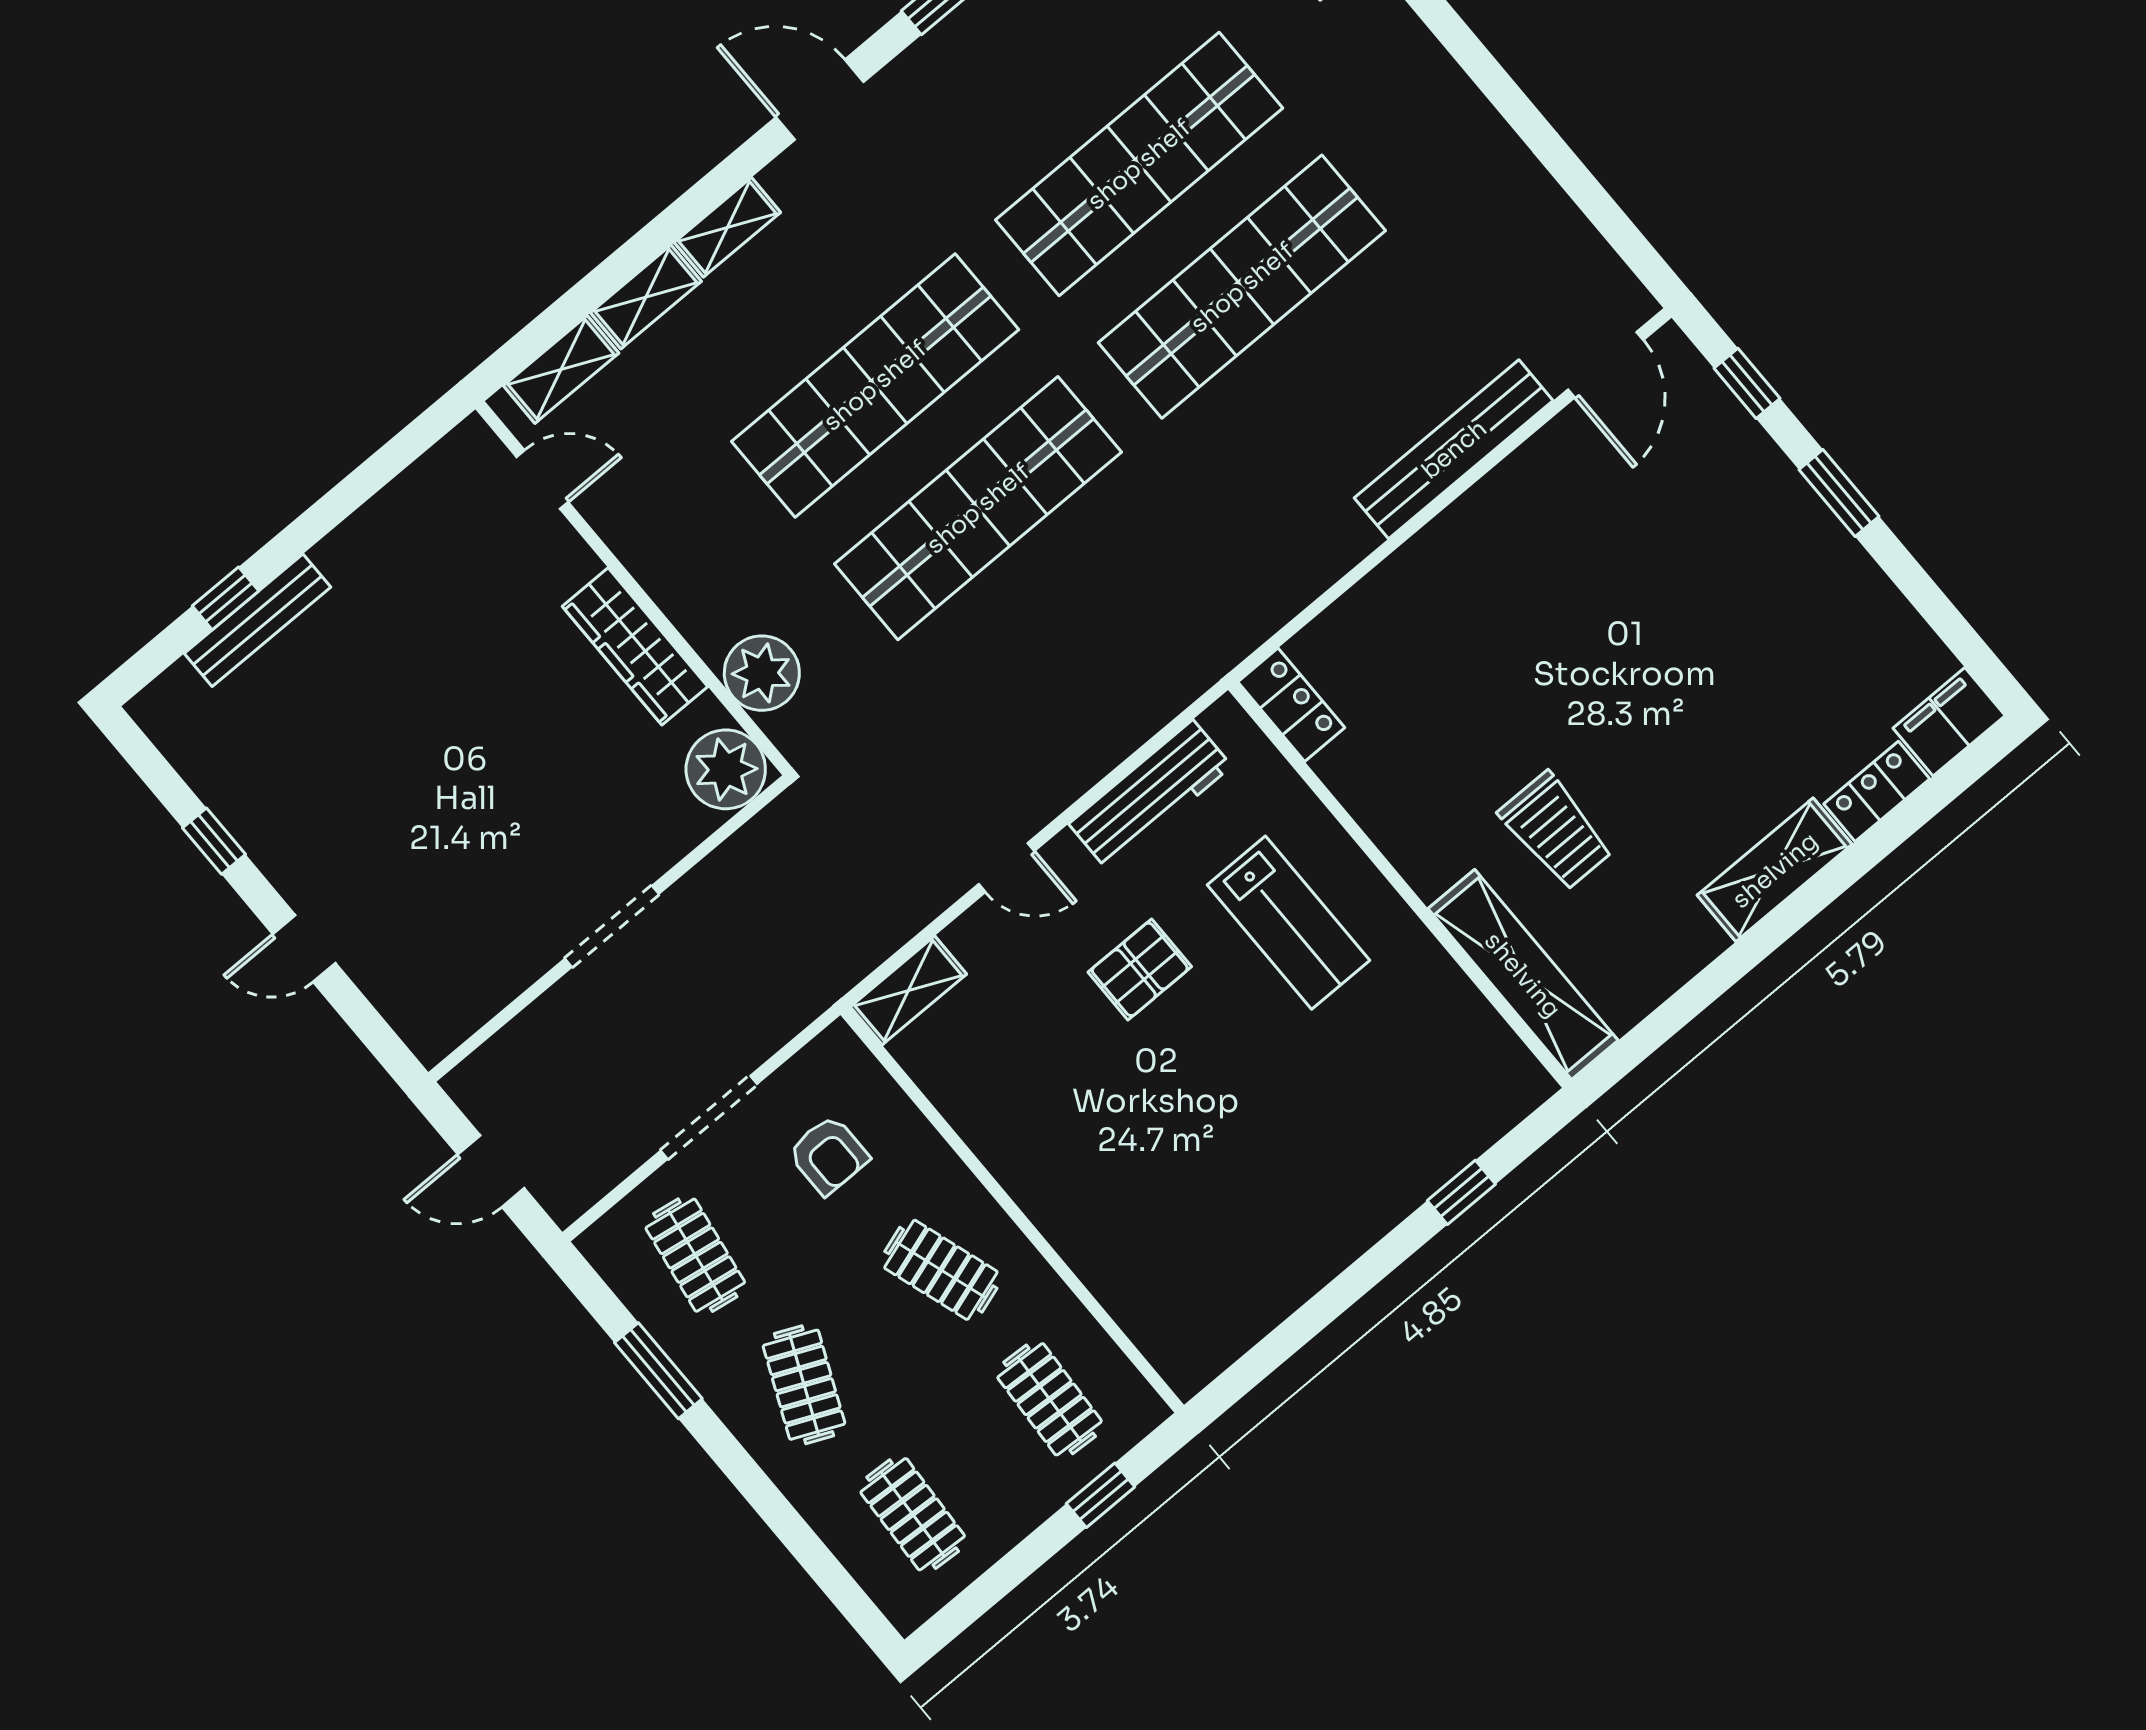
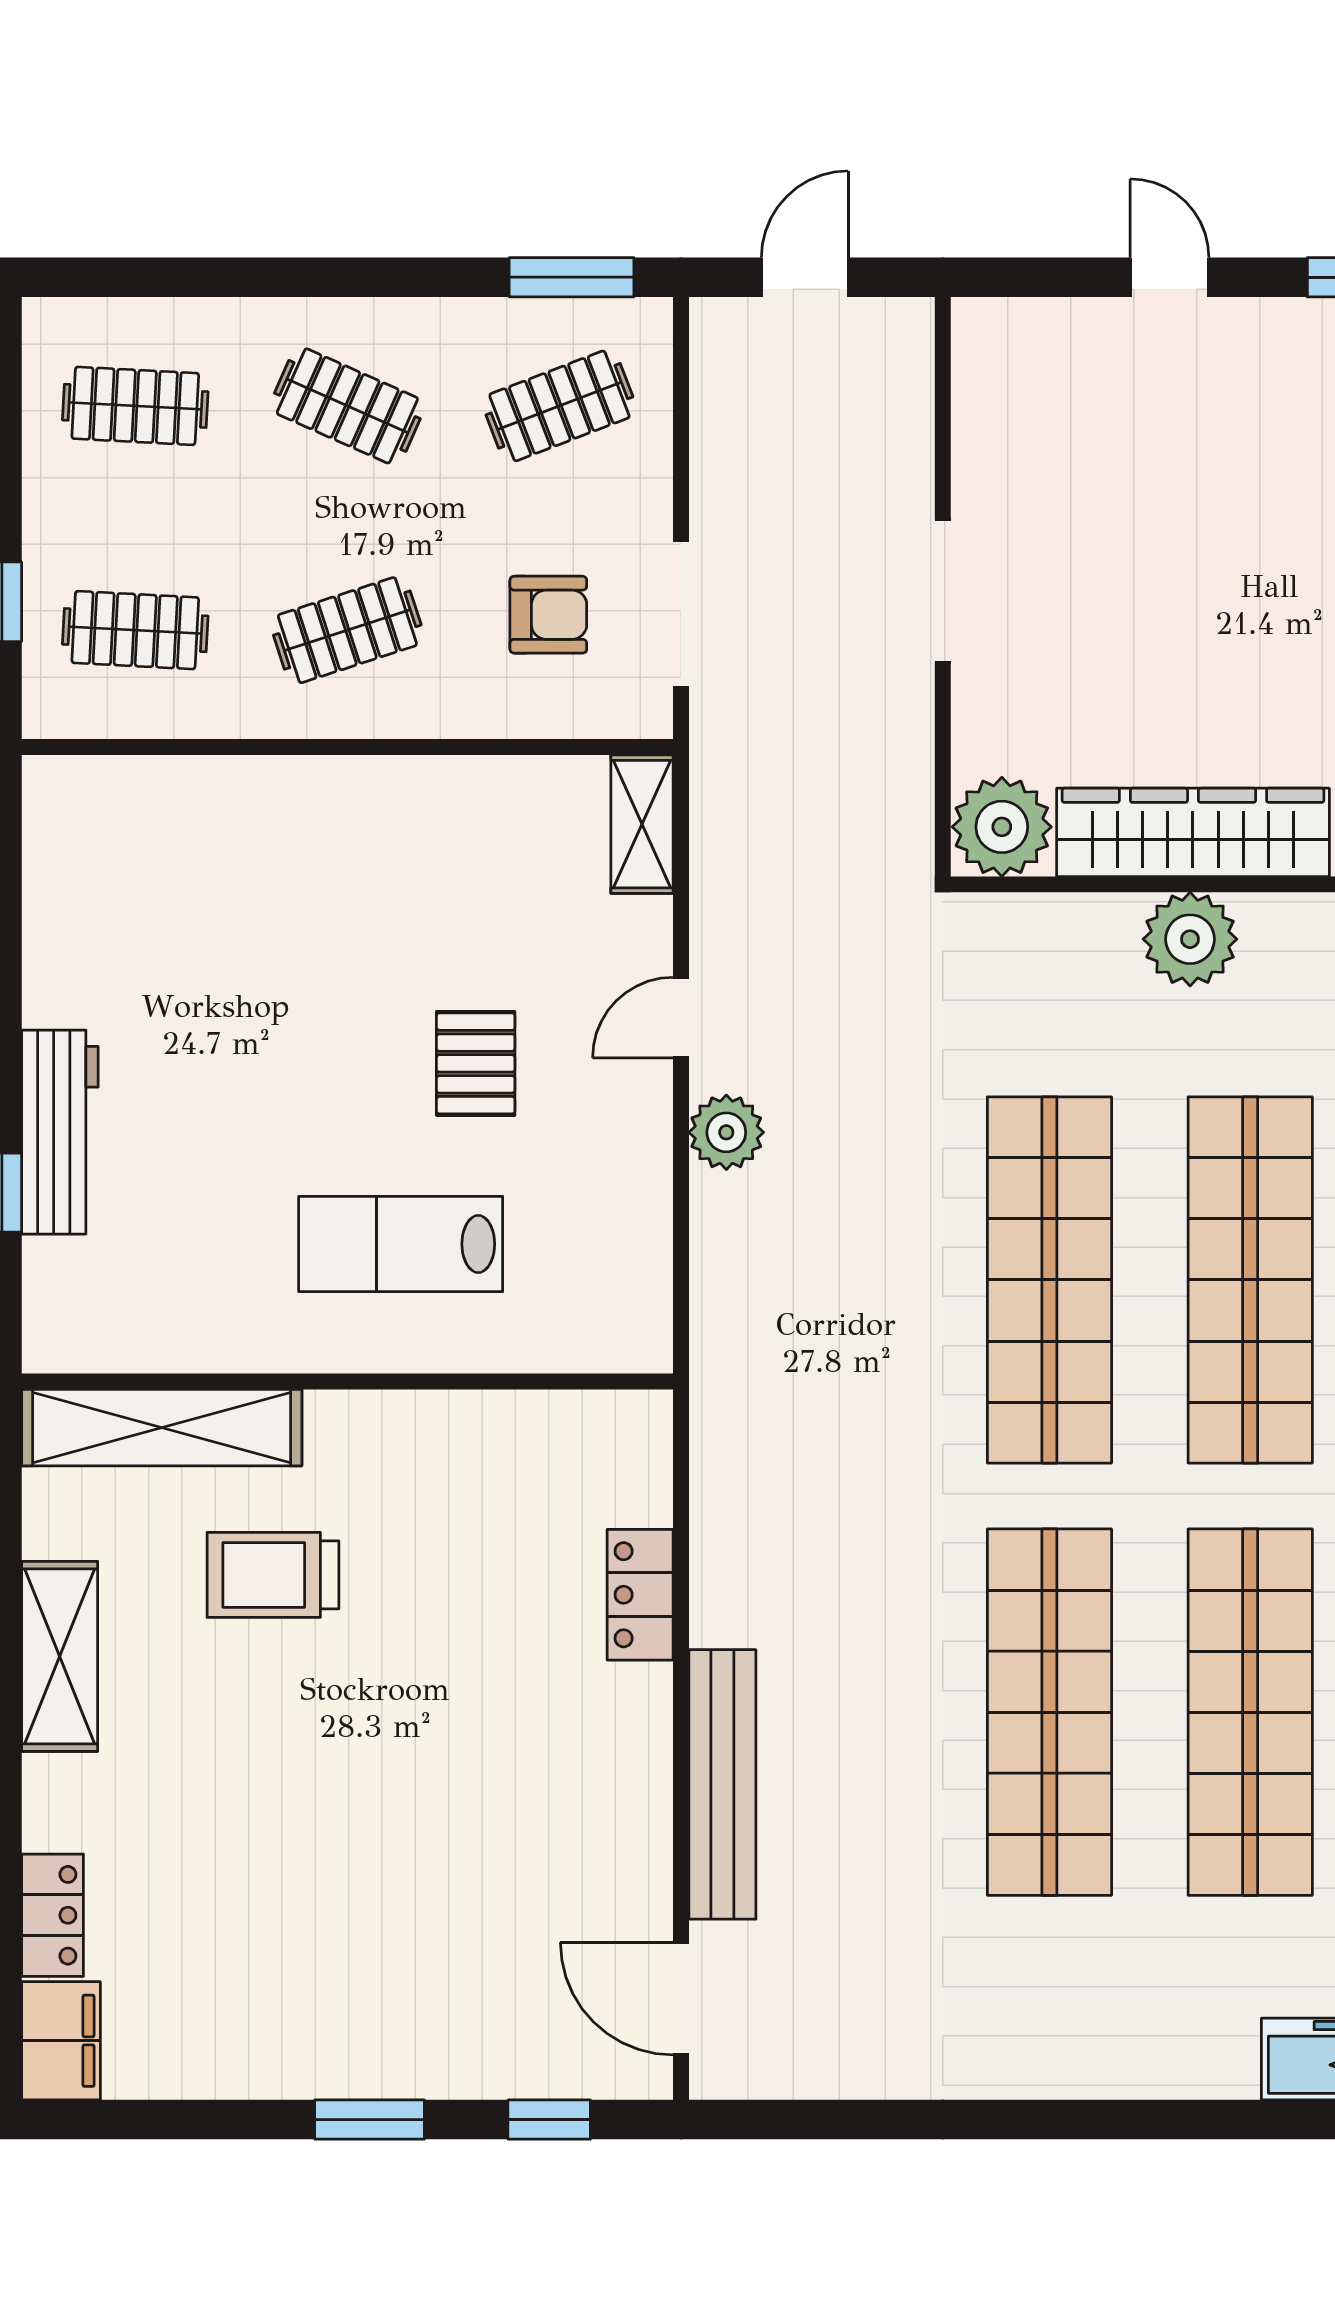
wardrobe: (635, 646) -> (1193, 832), width x1.40, depth x1.17
plant: (762, 673) -> (1190, 939), moved
locker: (1291, 705) -> (640, 1595), moved, turned 90
plant: (1053, 781) -> (726, 1132), added
workbench: (1150, 795) -> (60, 1132), moved, turned 180
shelving: (1775, 870) -> (60, 1656), moved
door: (304, 949) -> (1169, 277), hinge flipped
doorway: (709, 1117) -> (681, 614), moved
armchair: (828, 1155) -> (548, 615), turned 180
clothes rail: (695, 1255) -> (559, 406), turned -30
window: (658, 1371) -> (572, 277), moved

